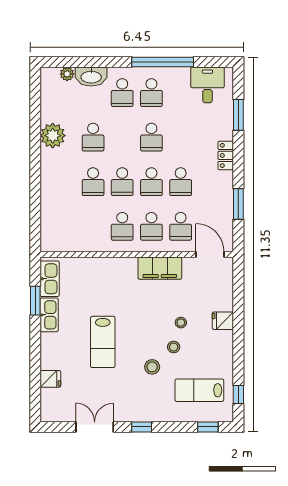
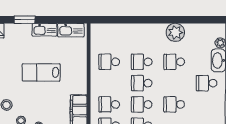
school desk: (151, 93) -> (207, 104), removed
school desk: (122, 226) -> (109, 62), moved
window: (35, 301) -> (24, 20), moved
lab bench: (103, 342) -> (41, 72), moved

